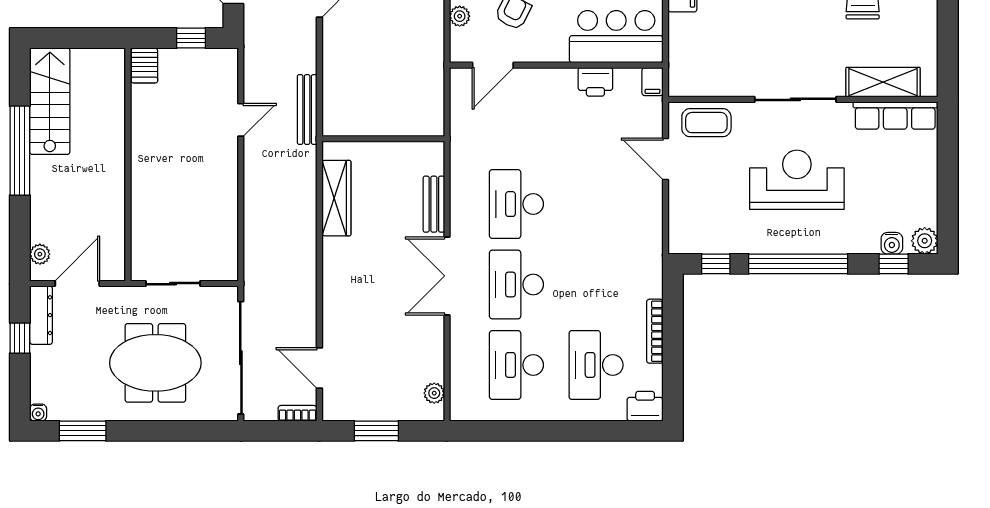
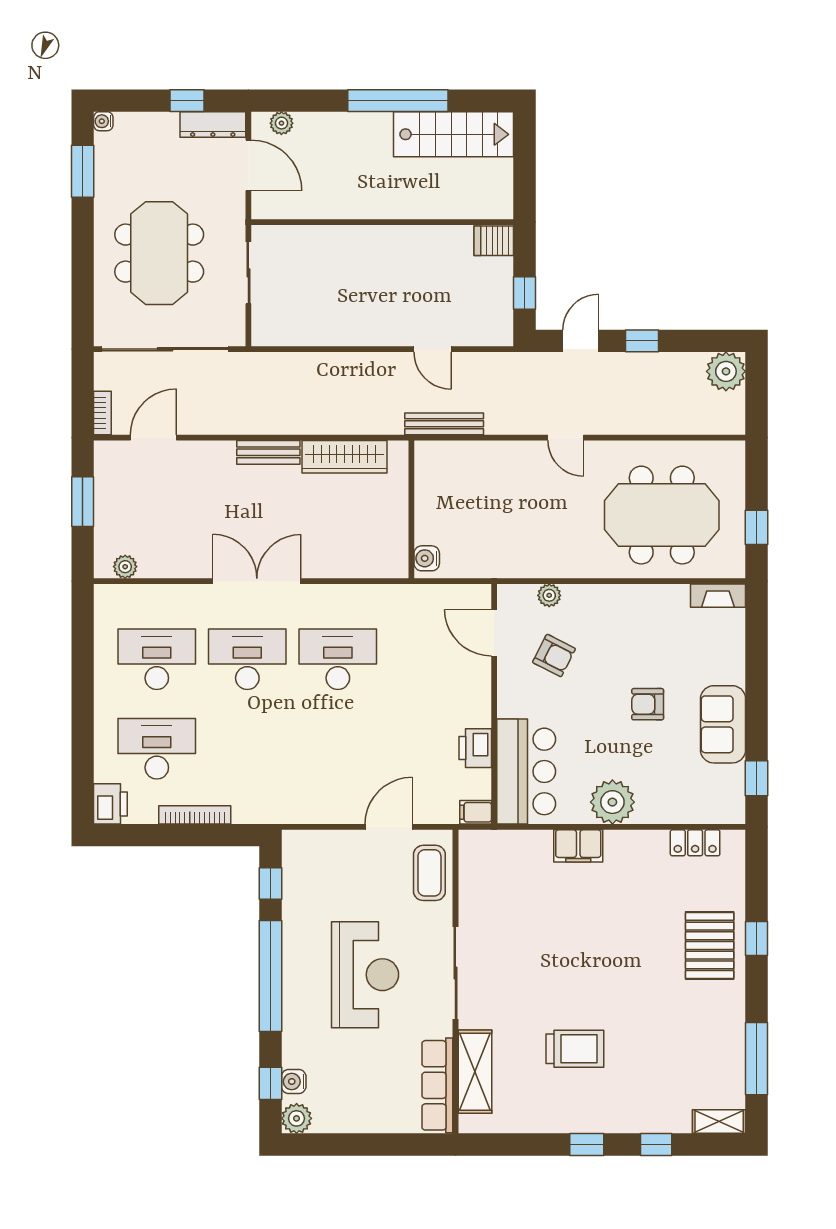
water cooler: (427, 125) -> (427, 558), added
bench: (434, 204) -> (268, 452), moved

